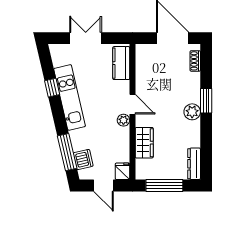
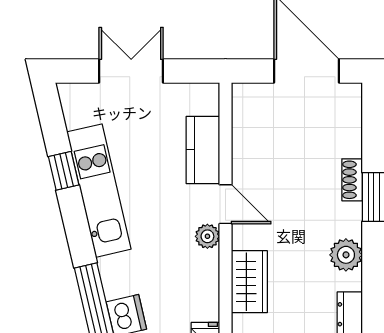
shoe rack: (195, 61) -> (352, 180), moved
kitchen counter: (121, 63) -> (203, 150), moved
plant: (192, 112) -> (346, 255), moved

